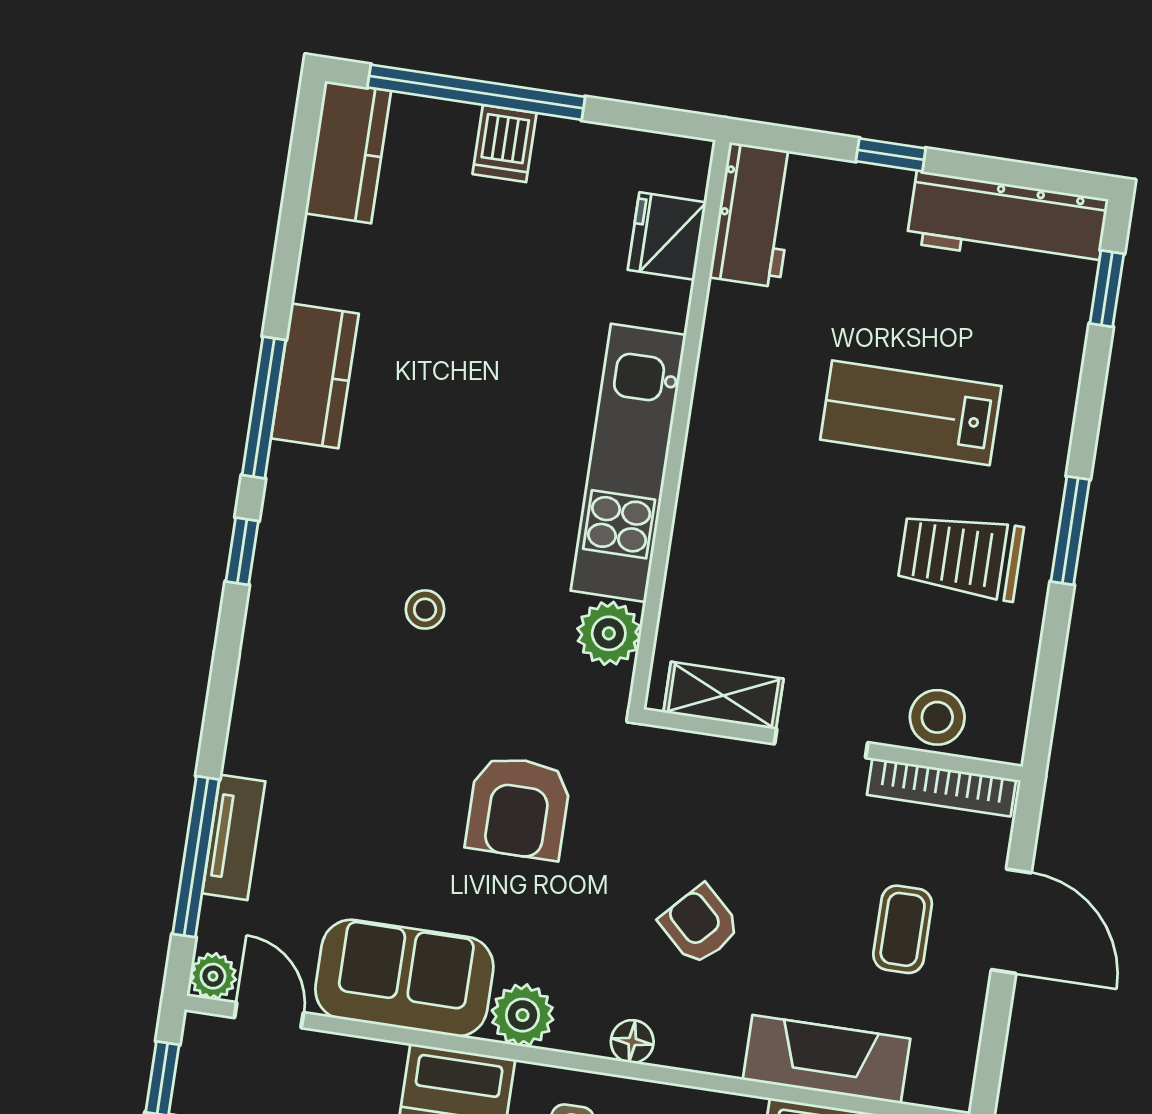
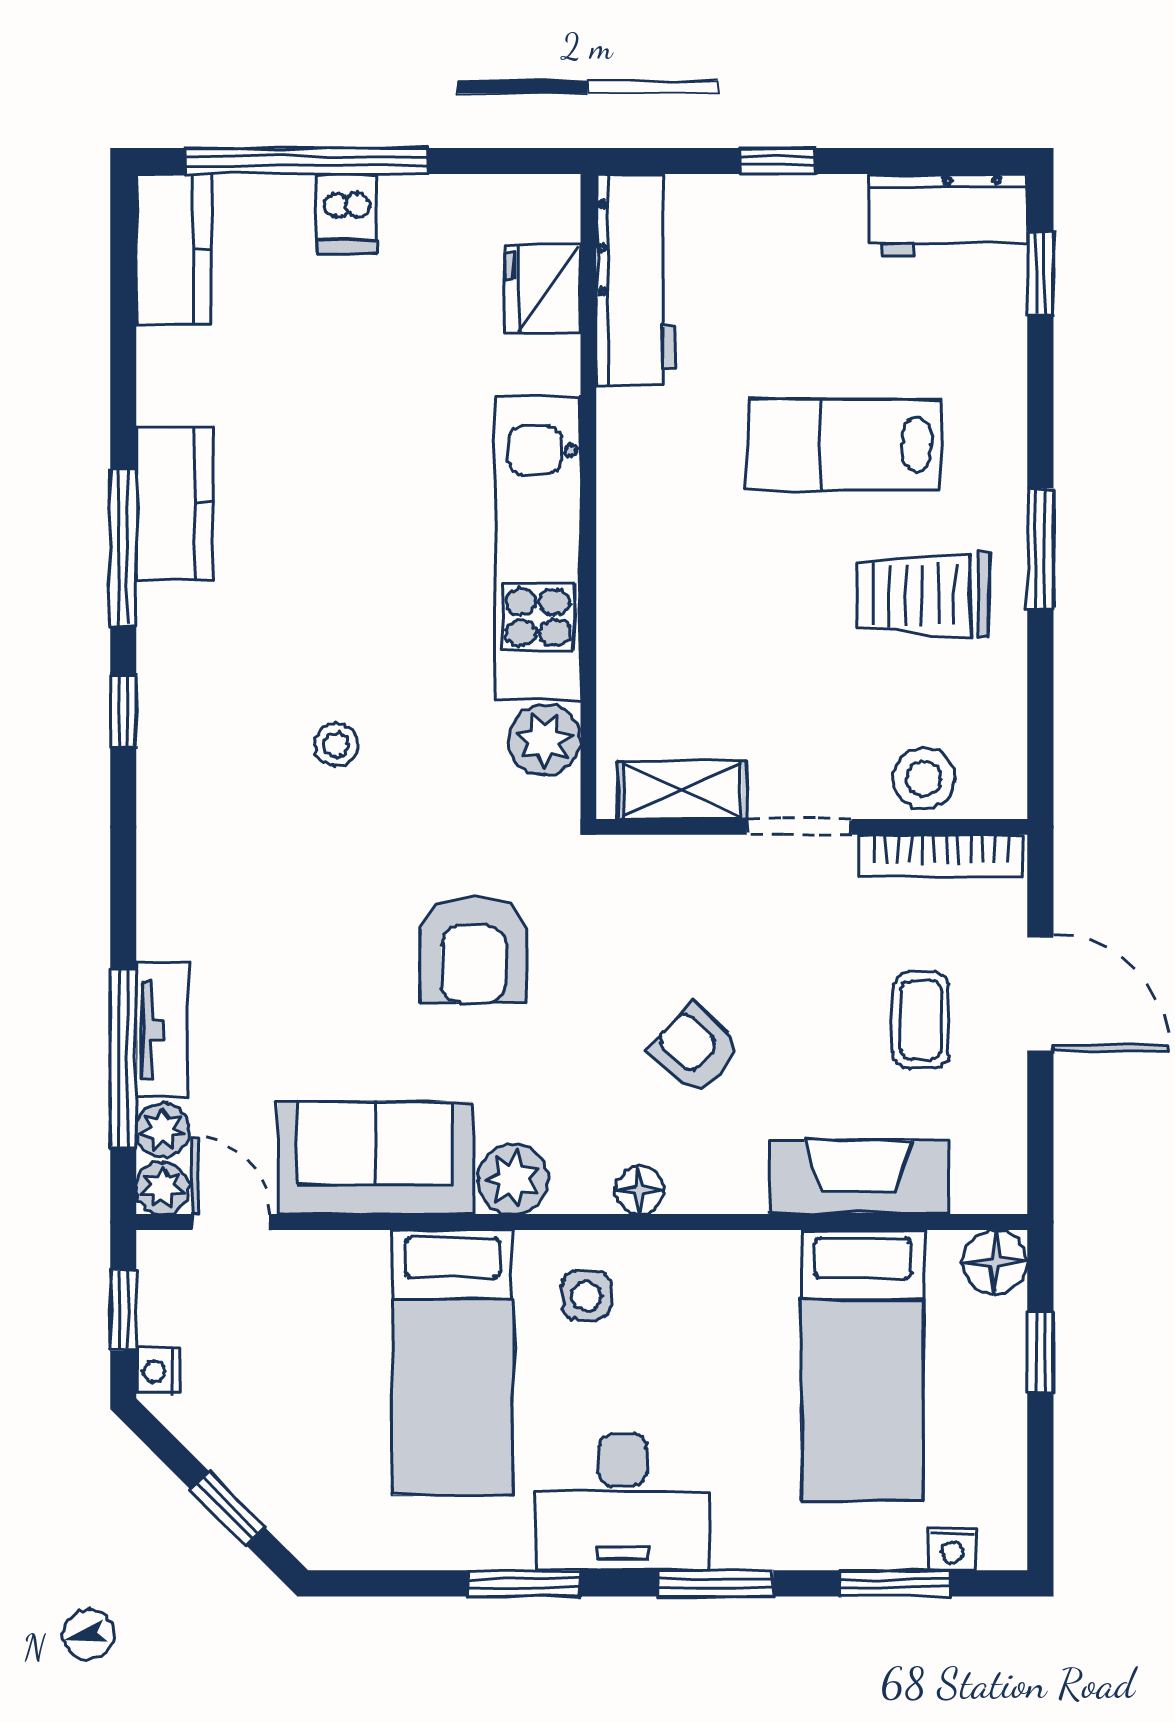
workbench: (754, 215) -> (636, 280), width x1.38
workbench: (1007, 221) -> (948, 215), width x0.73
plant: (221, 925) -> (163, 1130), added

